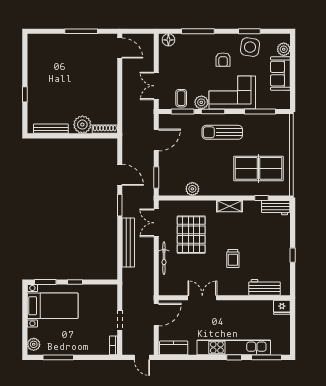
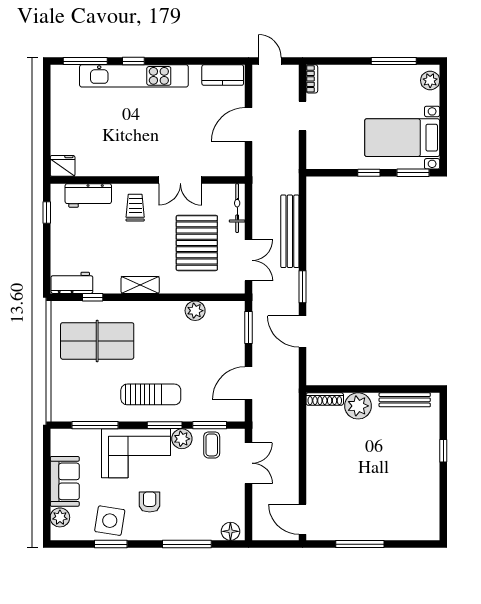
workbench: (265, 287) -> (88, 196), moved
double door: (202, 298) -> (180, 180), moved
wall: (224, 298) -> (148, 180), moved
fridge: (282, 307) -> (63, 166), moved

